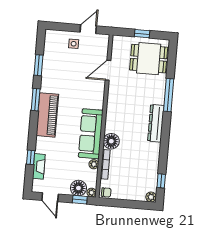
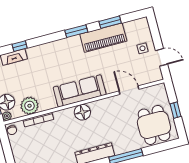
piano: (47, 115) -> (103, 38), moved
sofa: (91, 134) -> (80, 91), moved
floor lamp: (111, 141) -> (82, 112), moved
plant: (94, 164) -> (29, 106), width x1.87, depth x1.87

